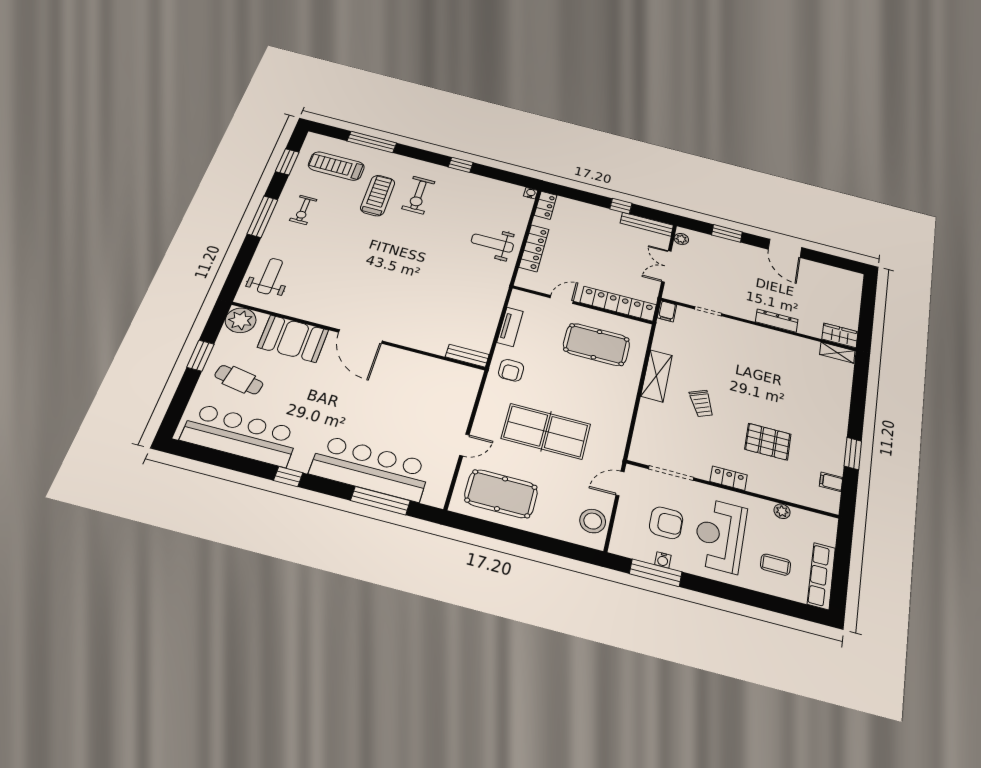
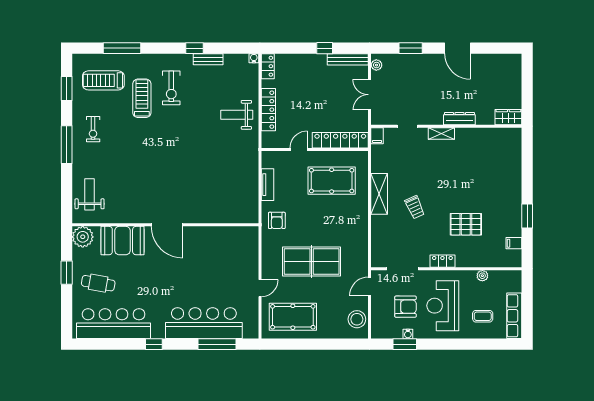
shelving: (837, 353) -> (441, 133), moved
bench: (467, 356) -> (208, 59), moved
window: (656, 573) -> (405, 344), width x0.69

